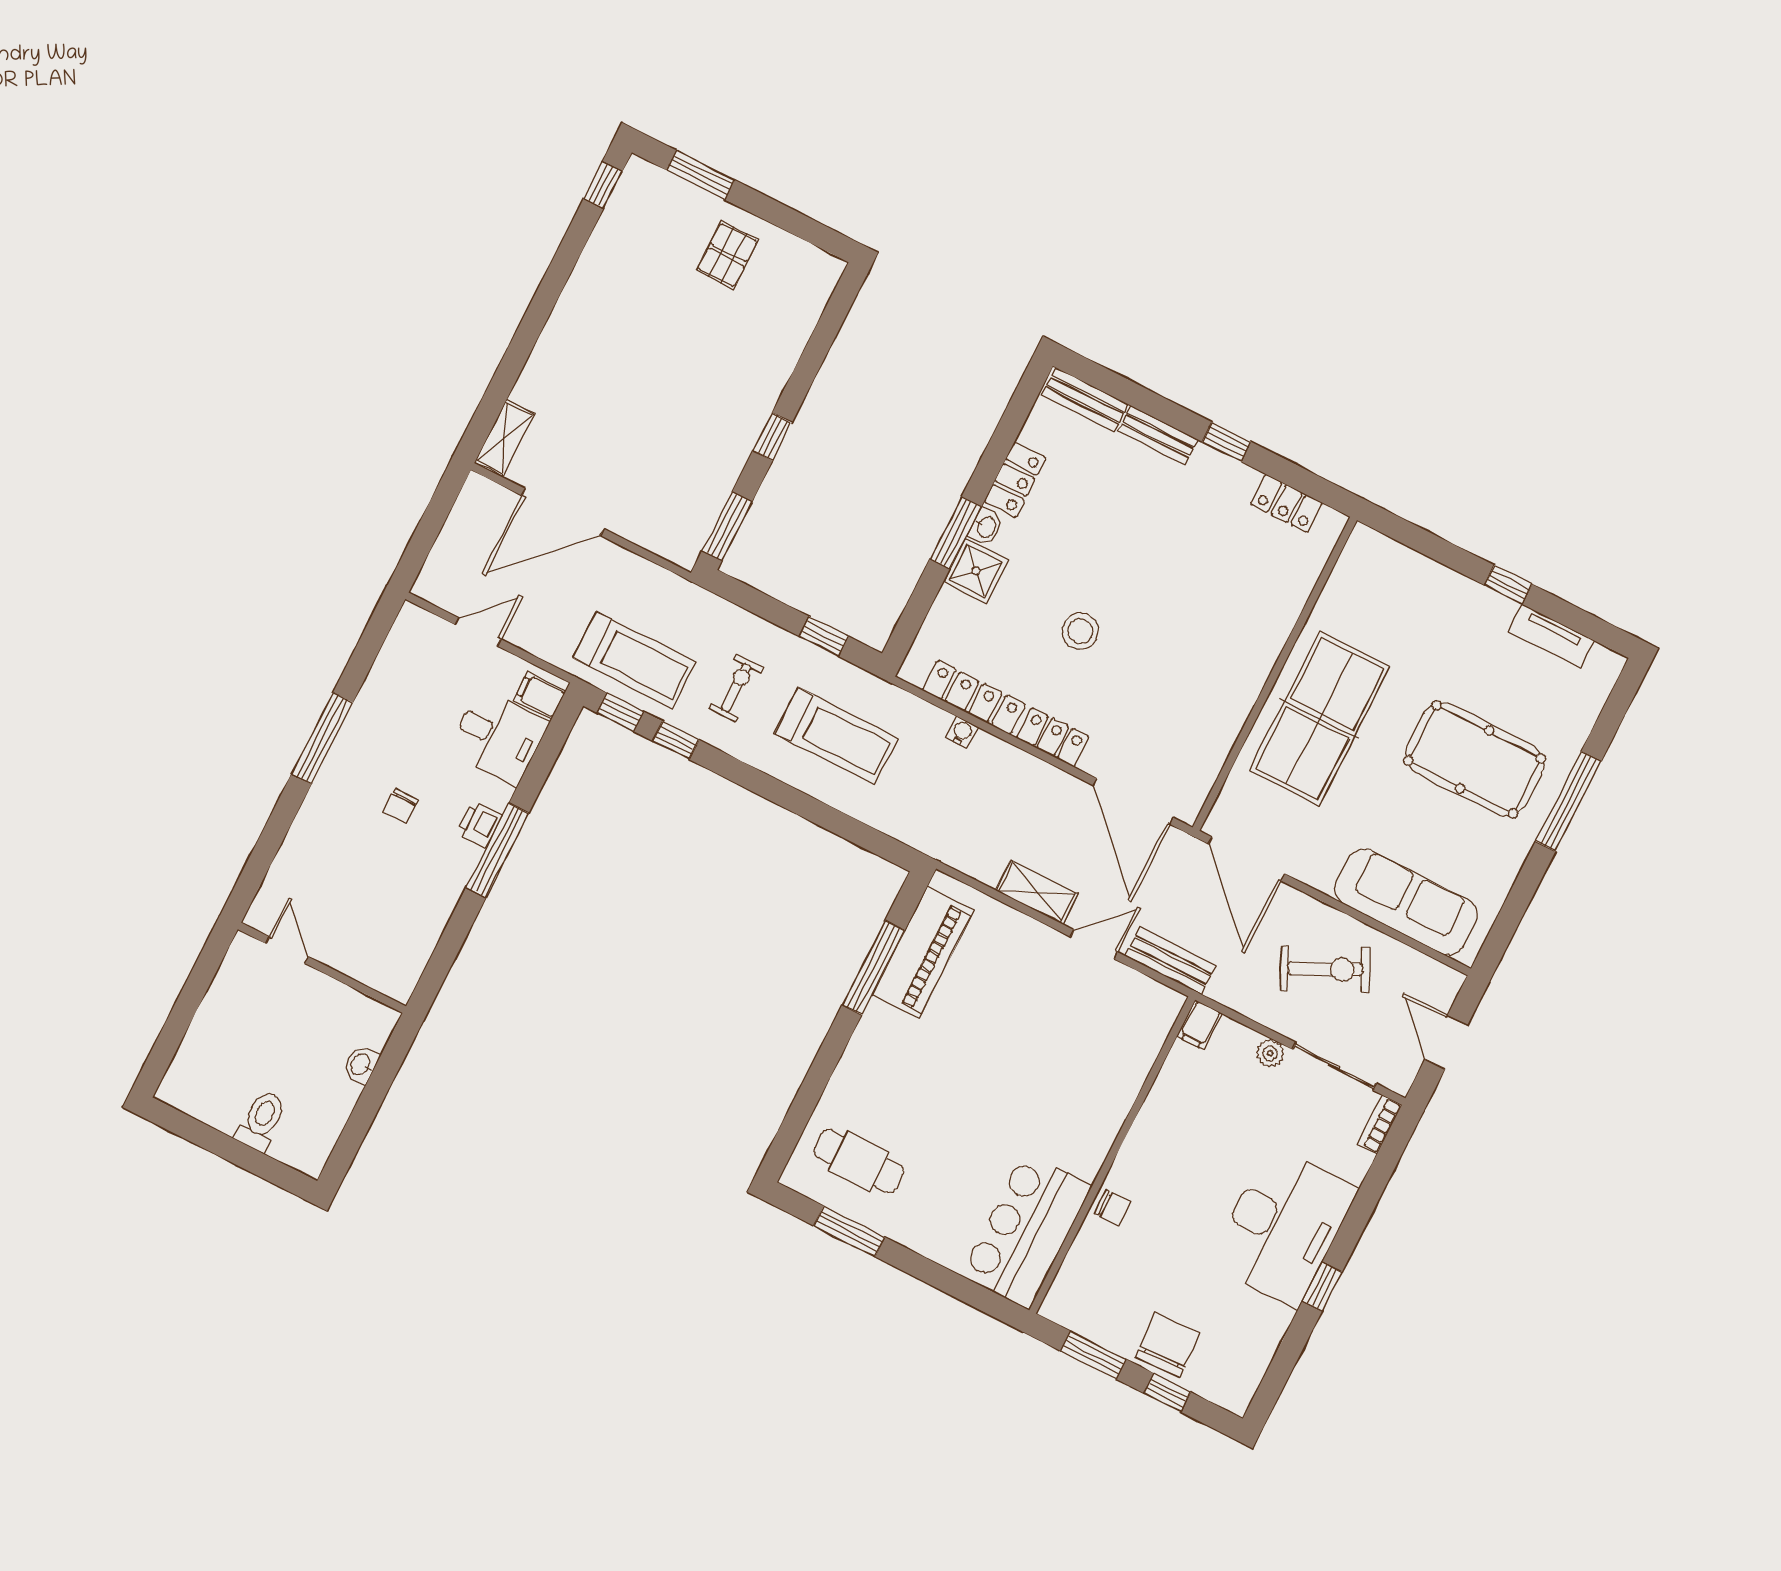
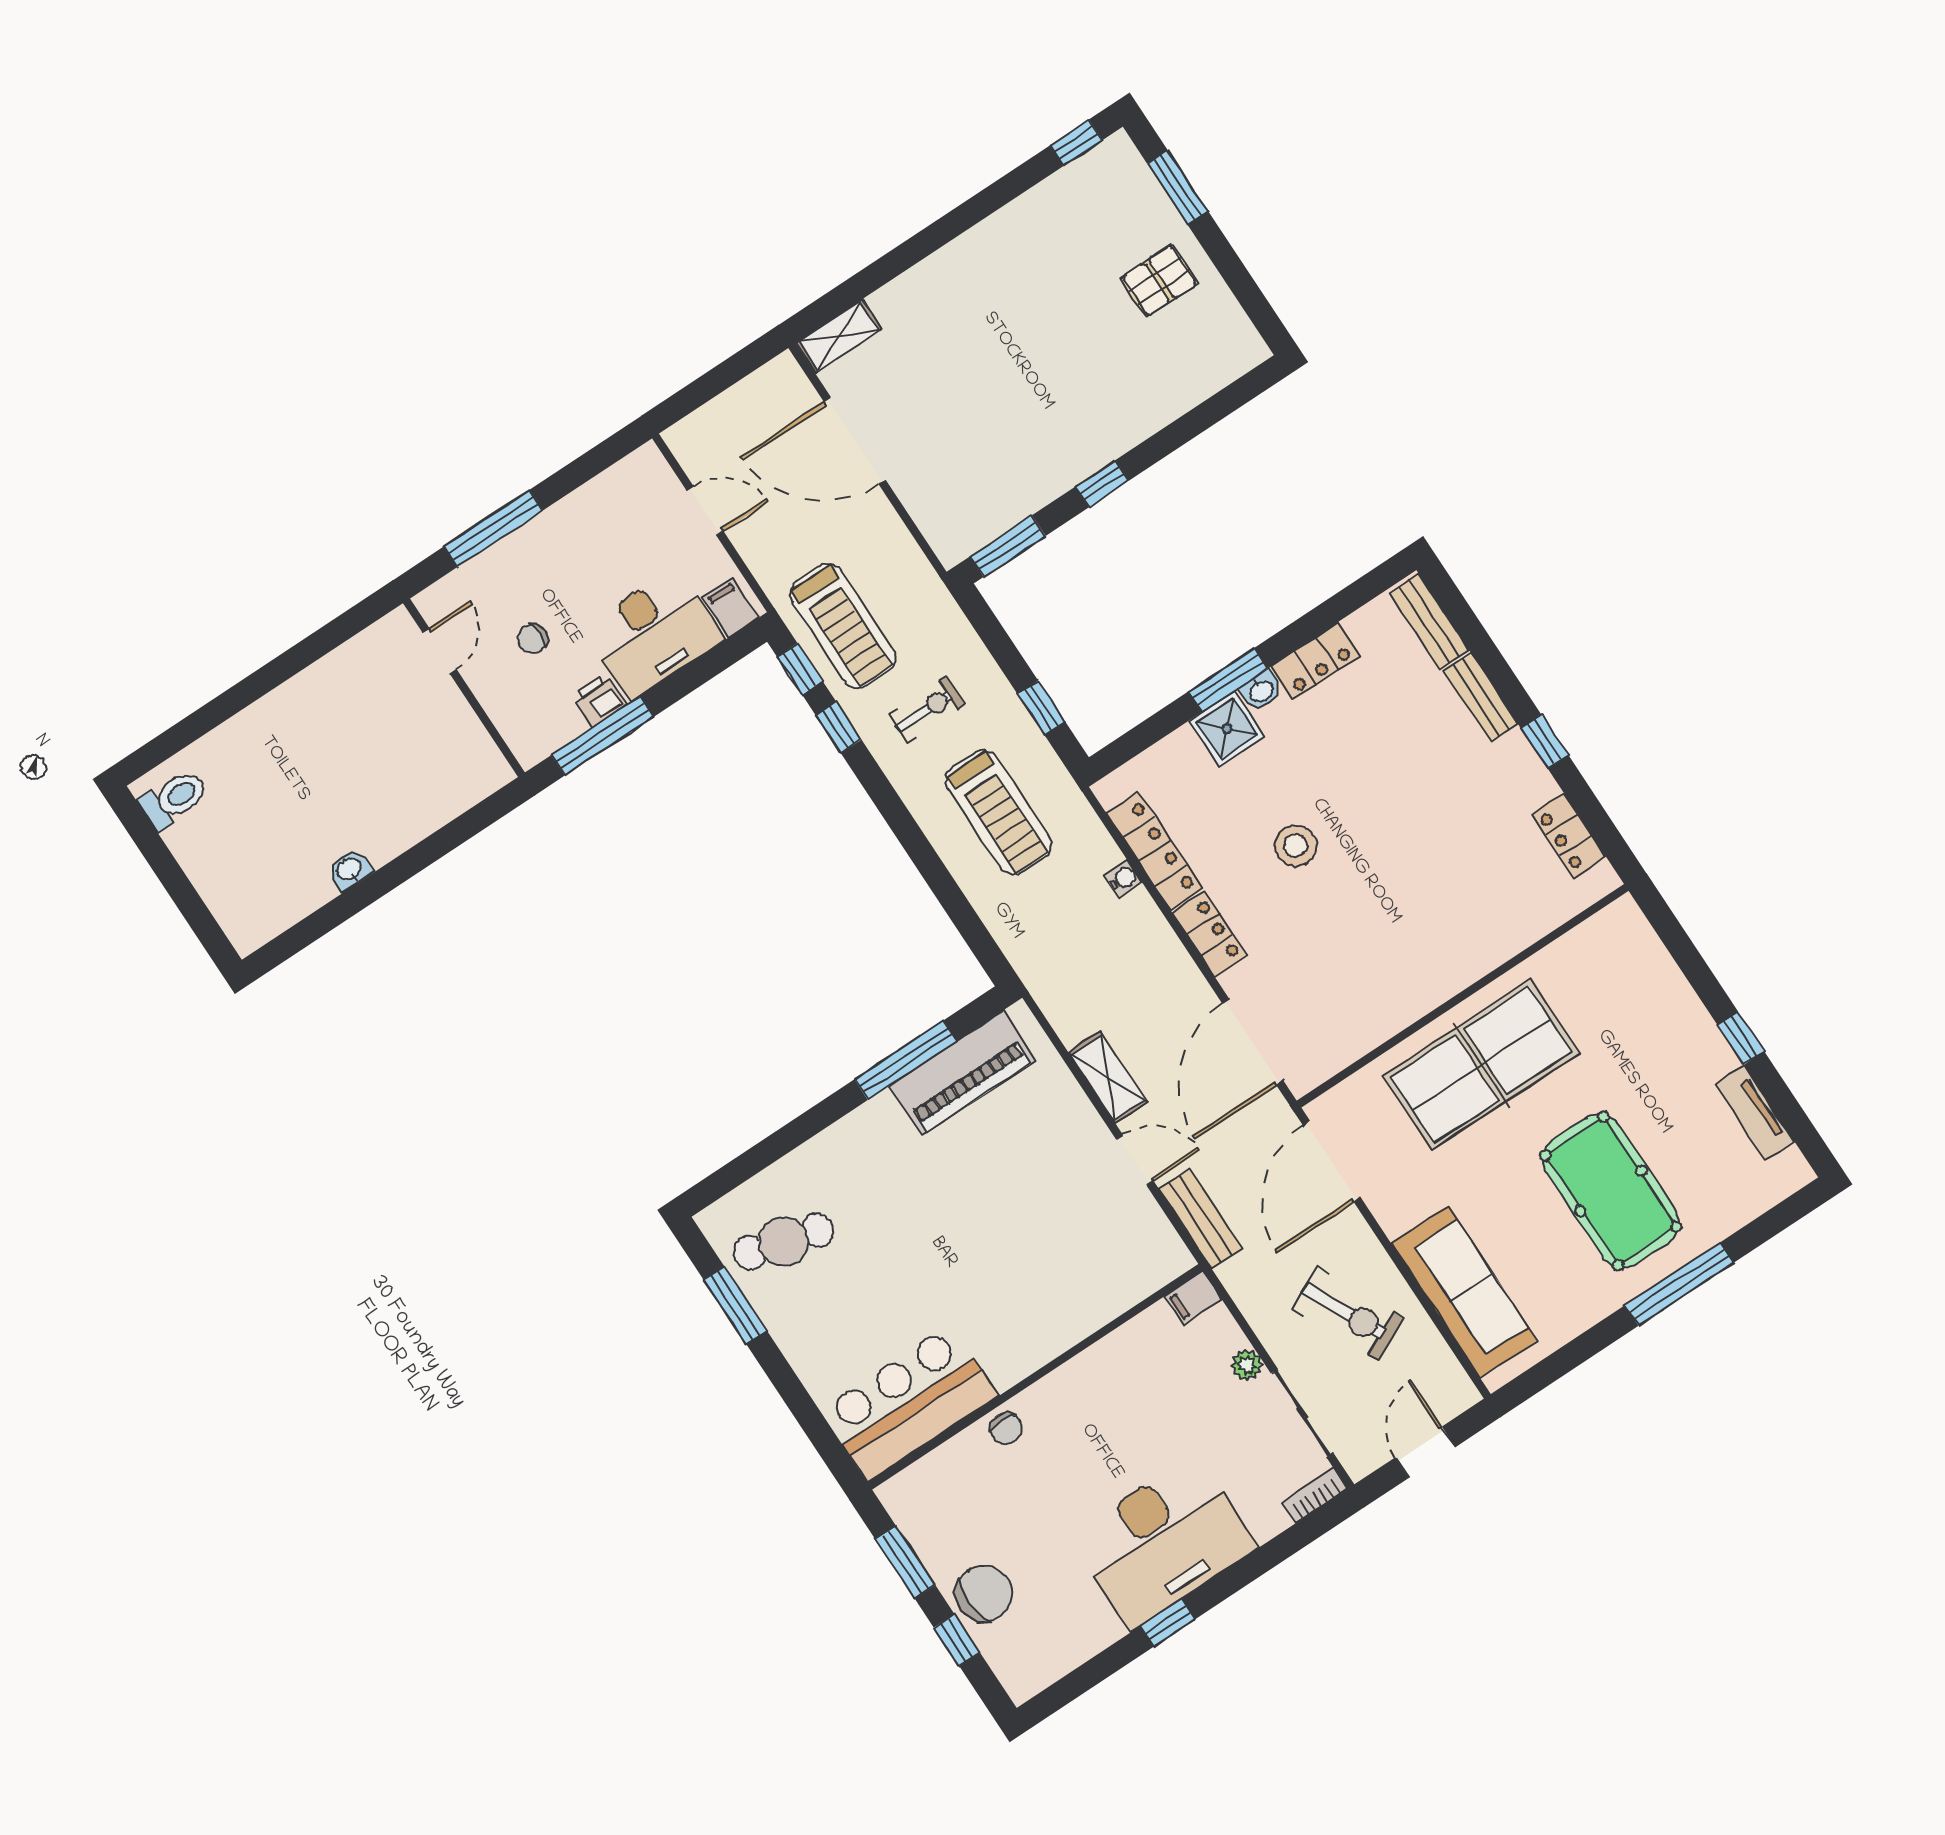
desk: (498, 737) -> (654, 634), width x1.37
door: (287, 950) -> (440, 651), moved
wall: (322, 968) -> (464, 688), moved
toilet: (261, 1121) -> (174, 799), moved
cafe table: (859, 1161) -> (784, 1242), turned -75

